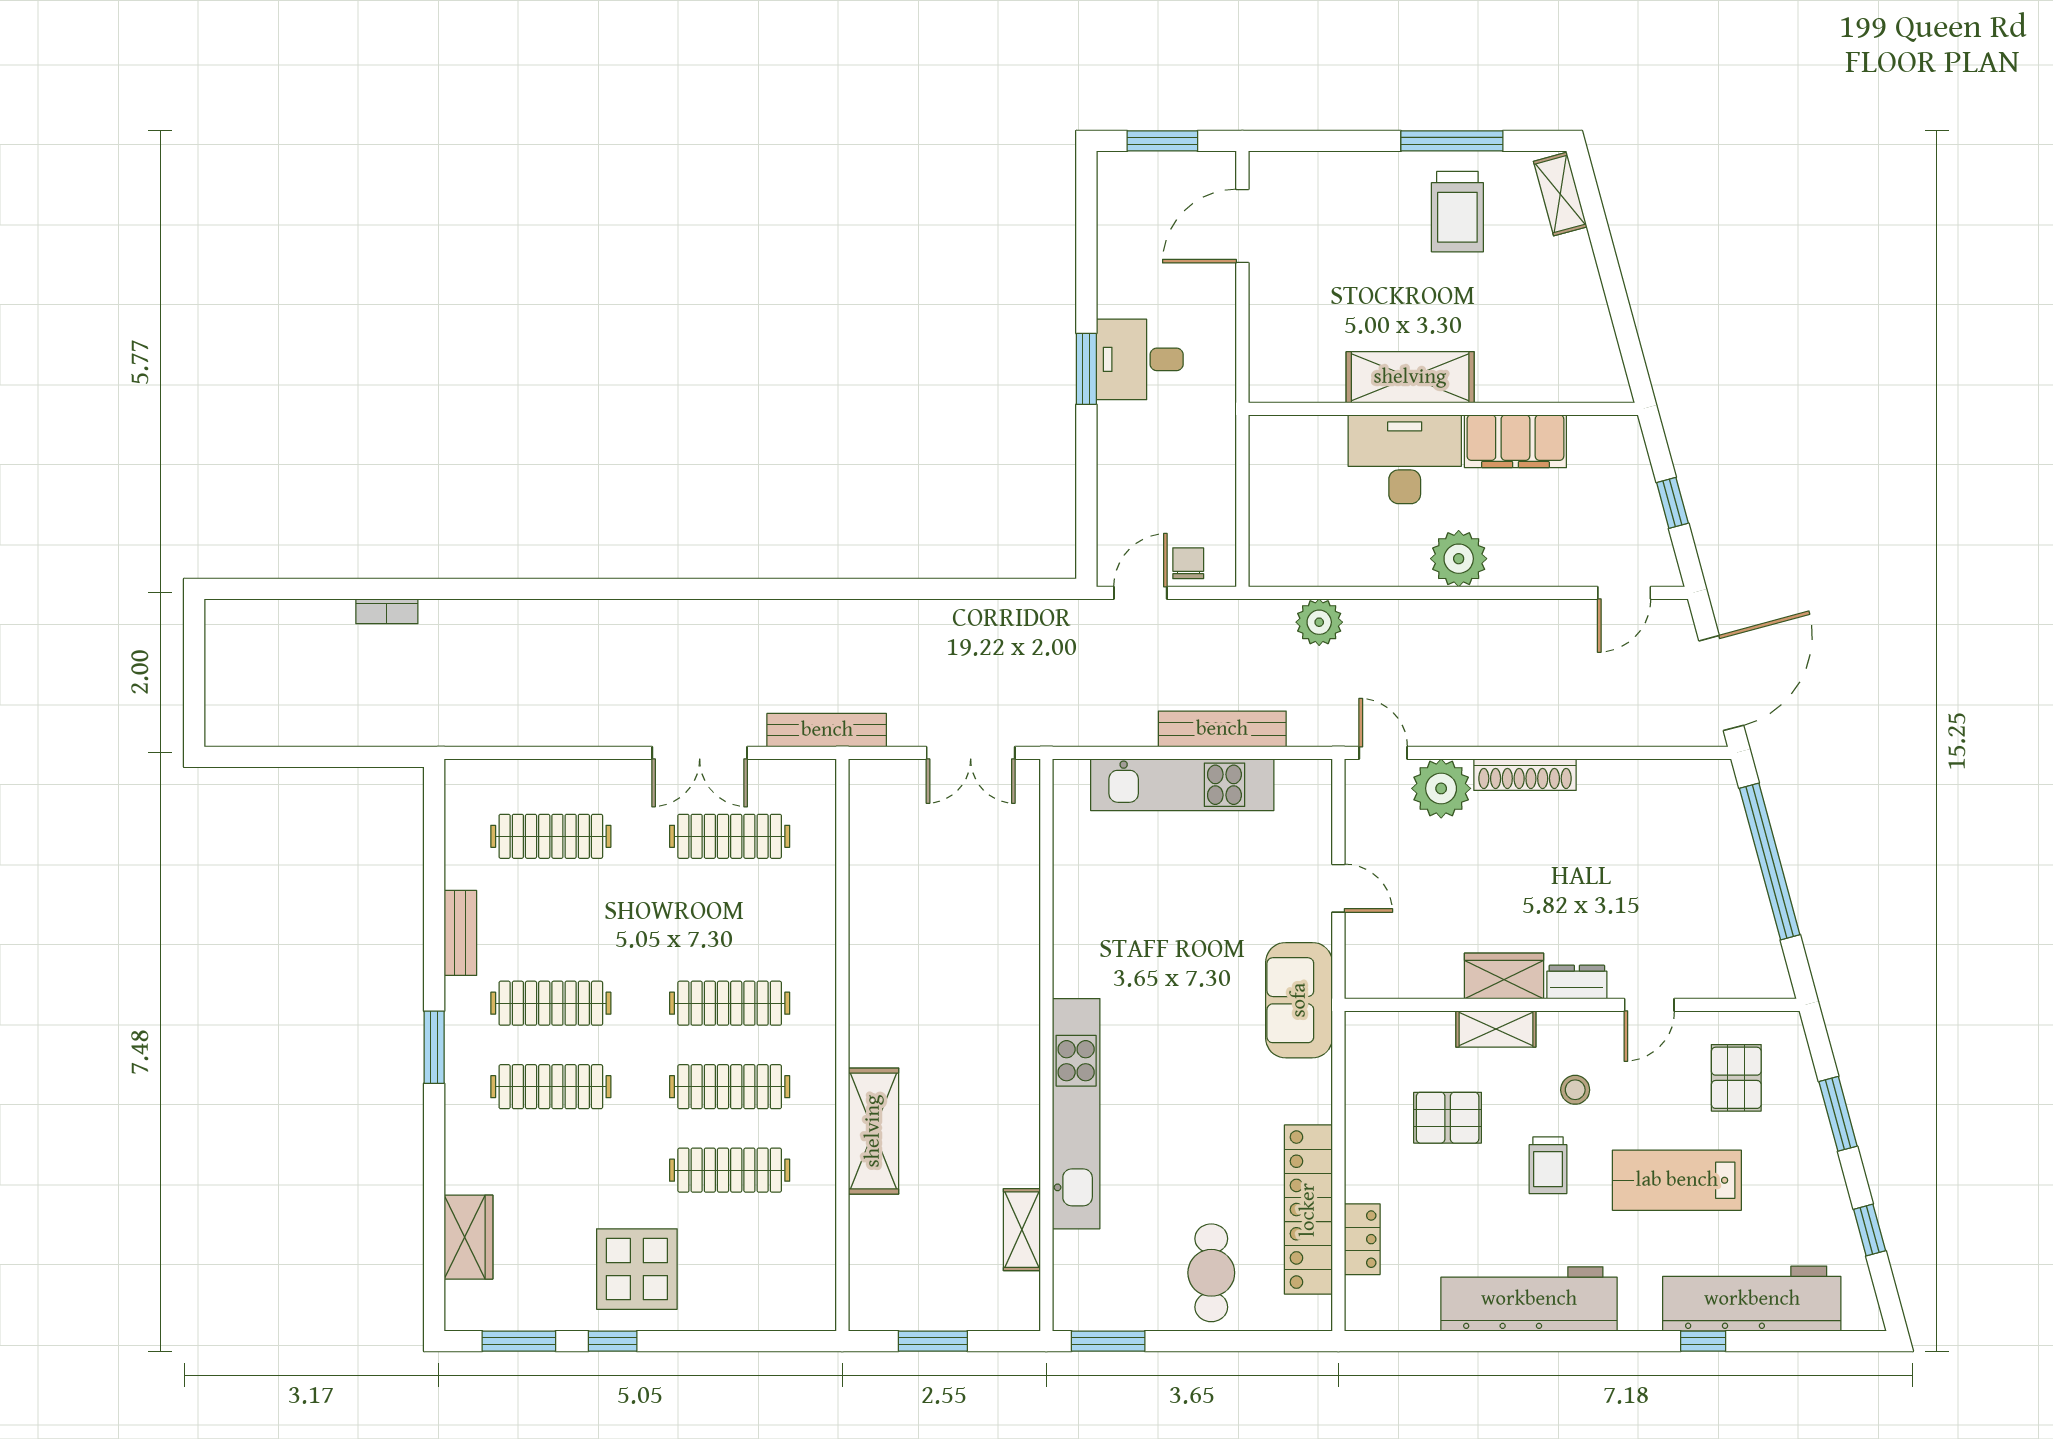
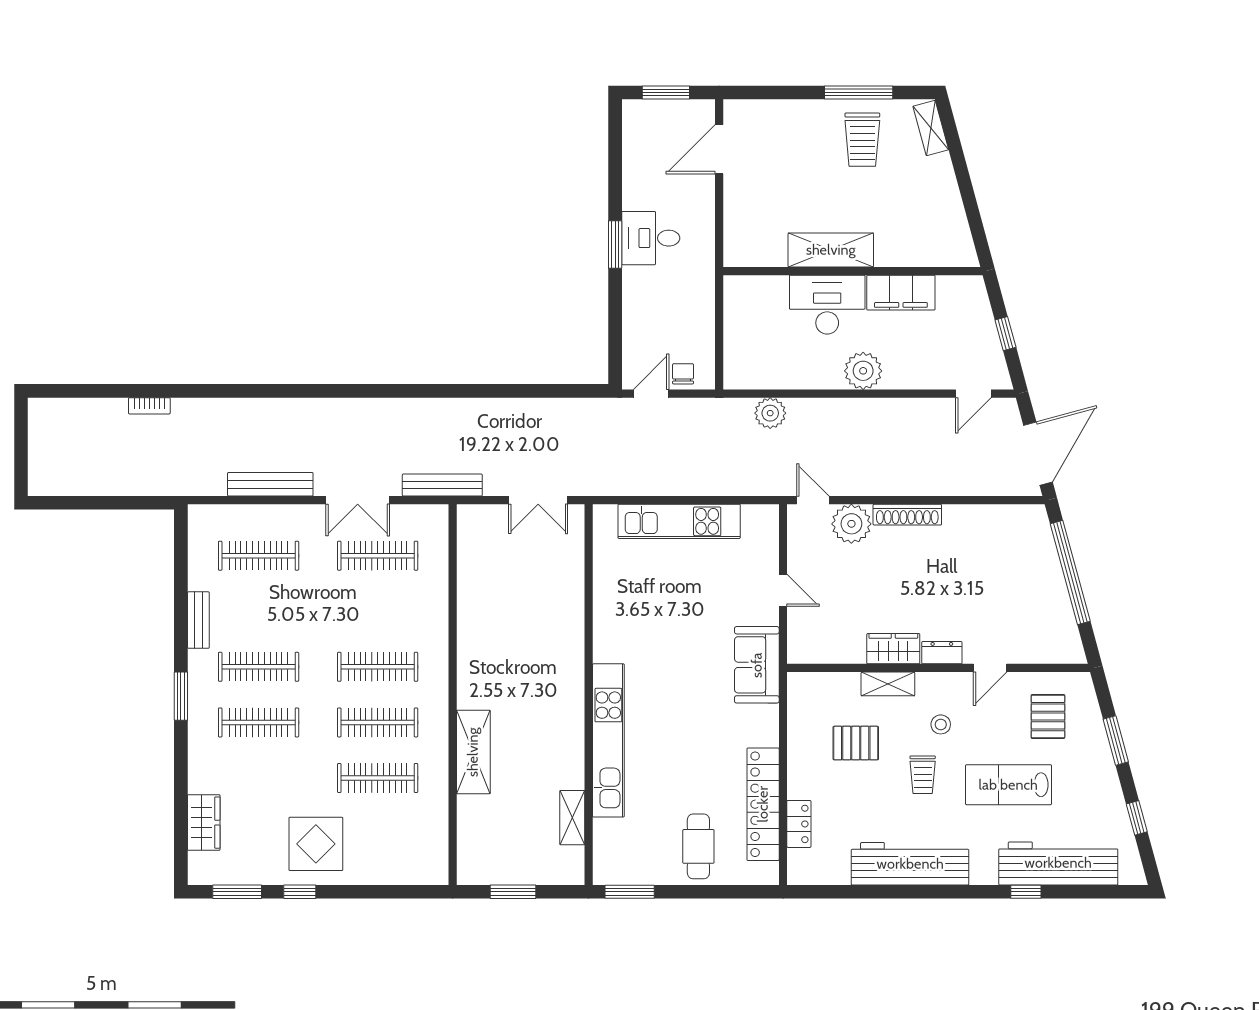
bench: (1222, 729) -> (270, 484), moved

